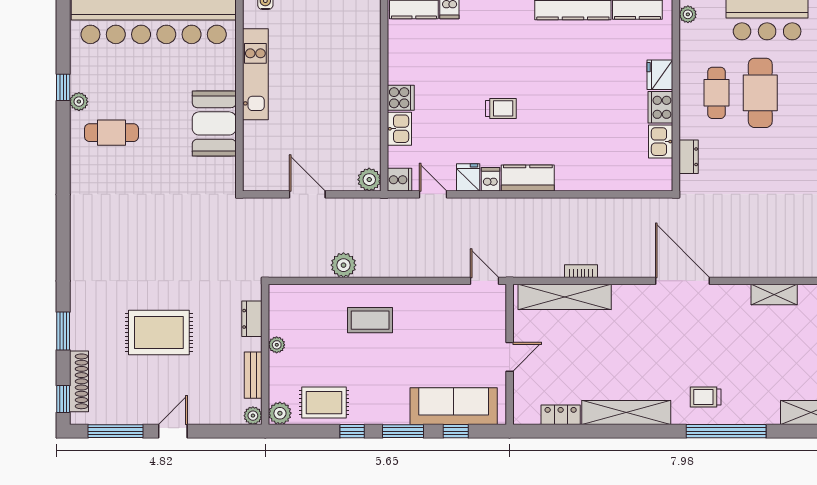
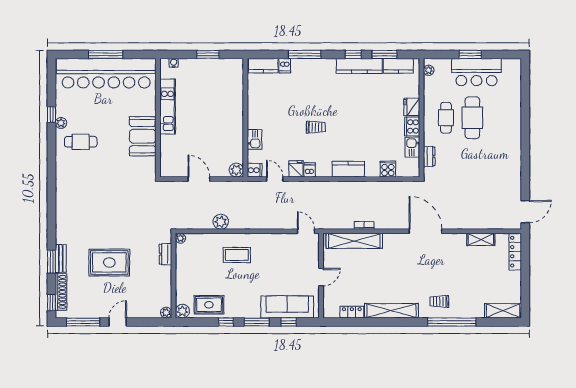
cooker: (401, 98) -> (388, 169), moved, turned -90
kitchen counter: (528, 178) -> (348, 169), moved
plant: (277, 345) -> (180, 238), moved
bench: (253, 375) -> (61, 258), moved

